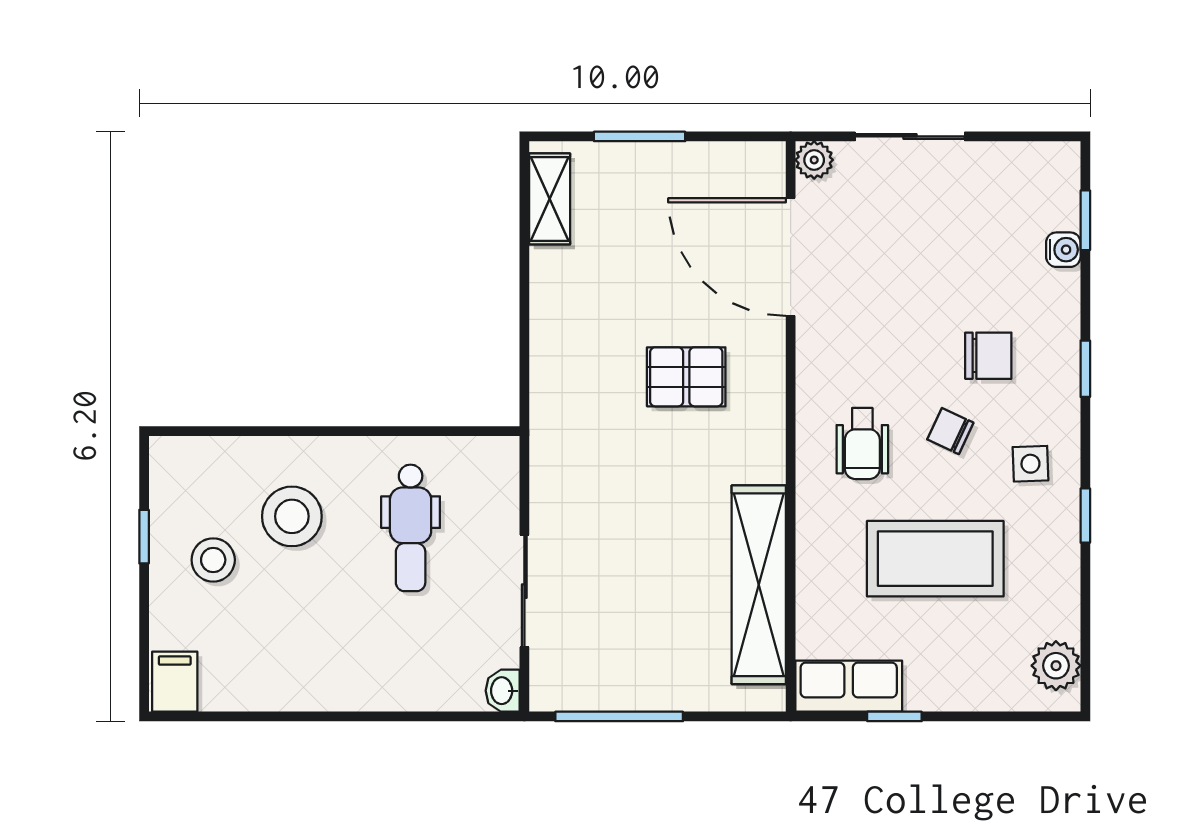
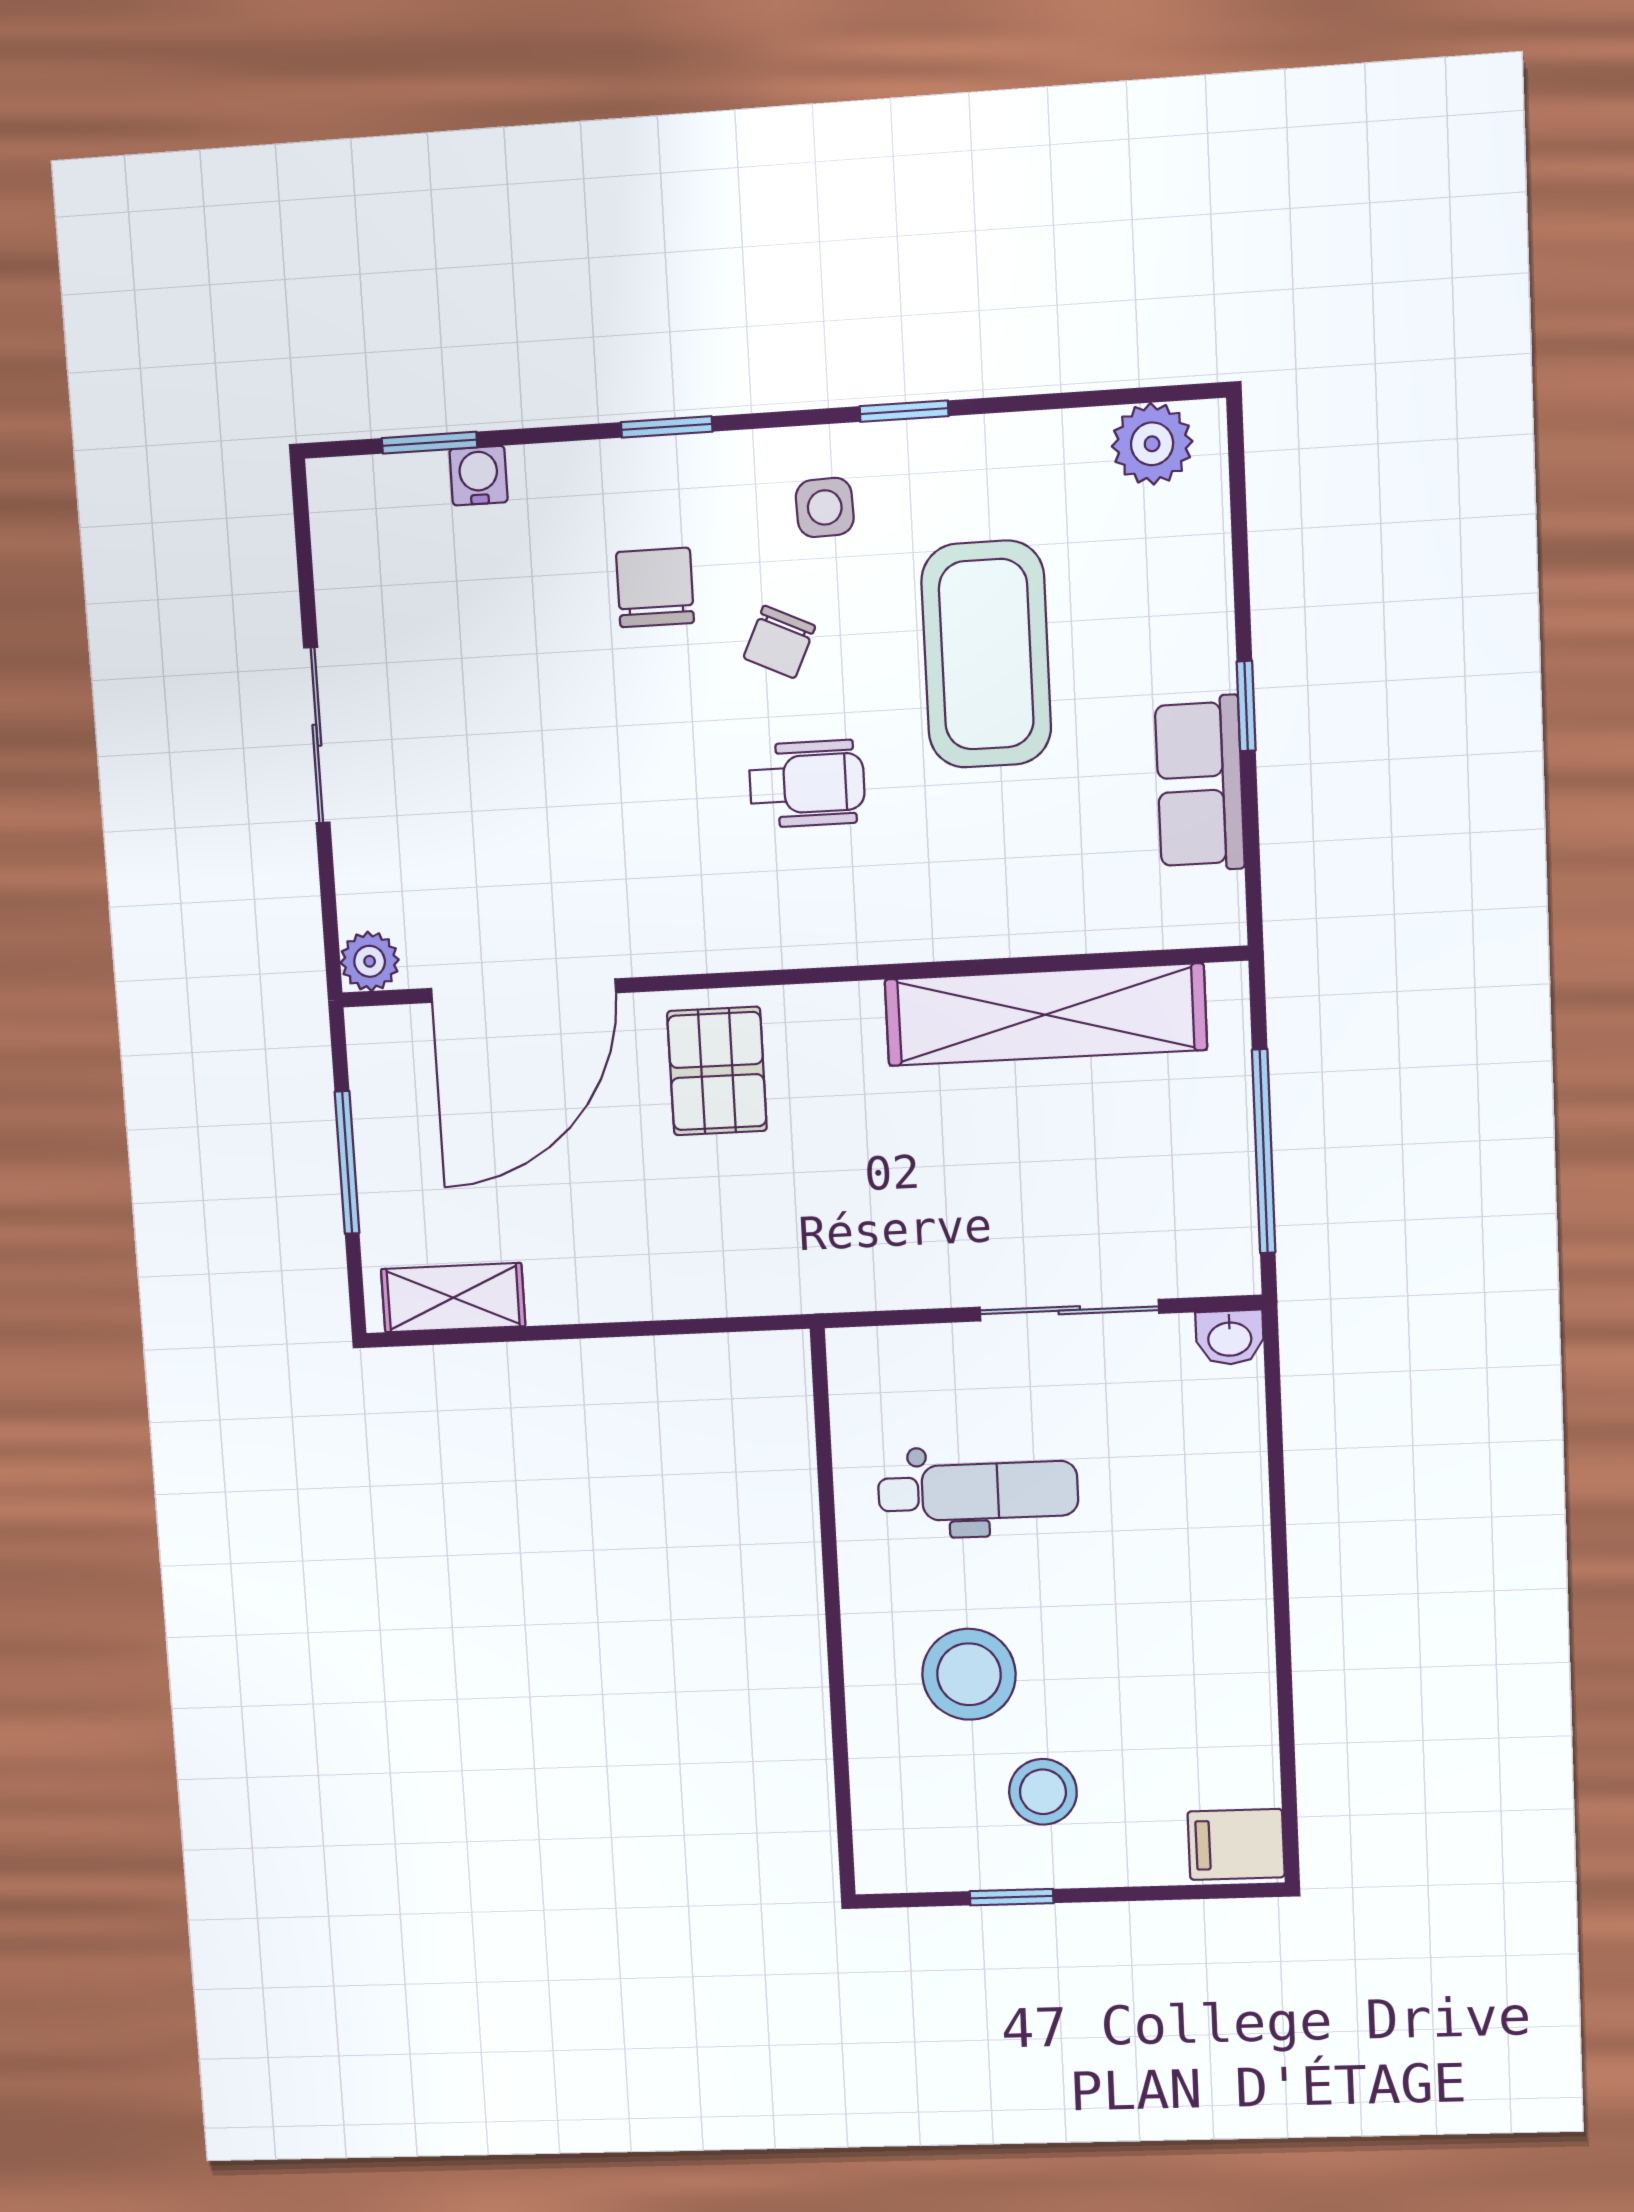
plant: (814, 160) -> (370, 961), moved
door: (791, 257) -> (523, 991), moved
wall: (791, 426) -> (790, 977), moved
shelving: (759, 585) -> (1046, 1015), moved

